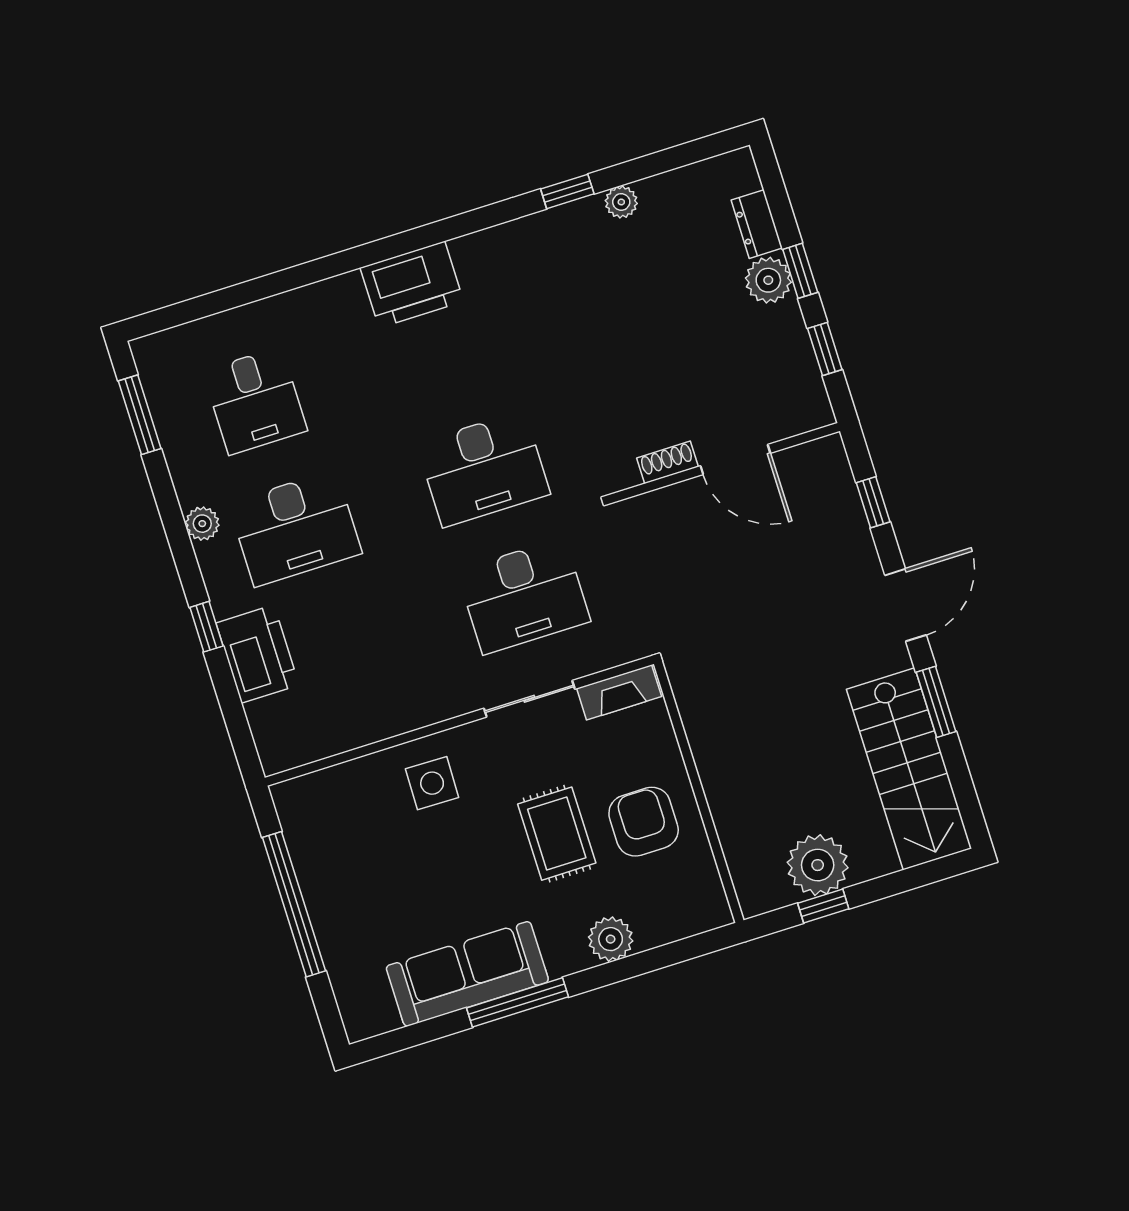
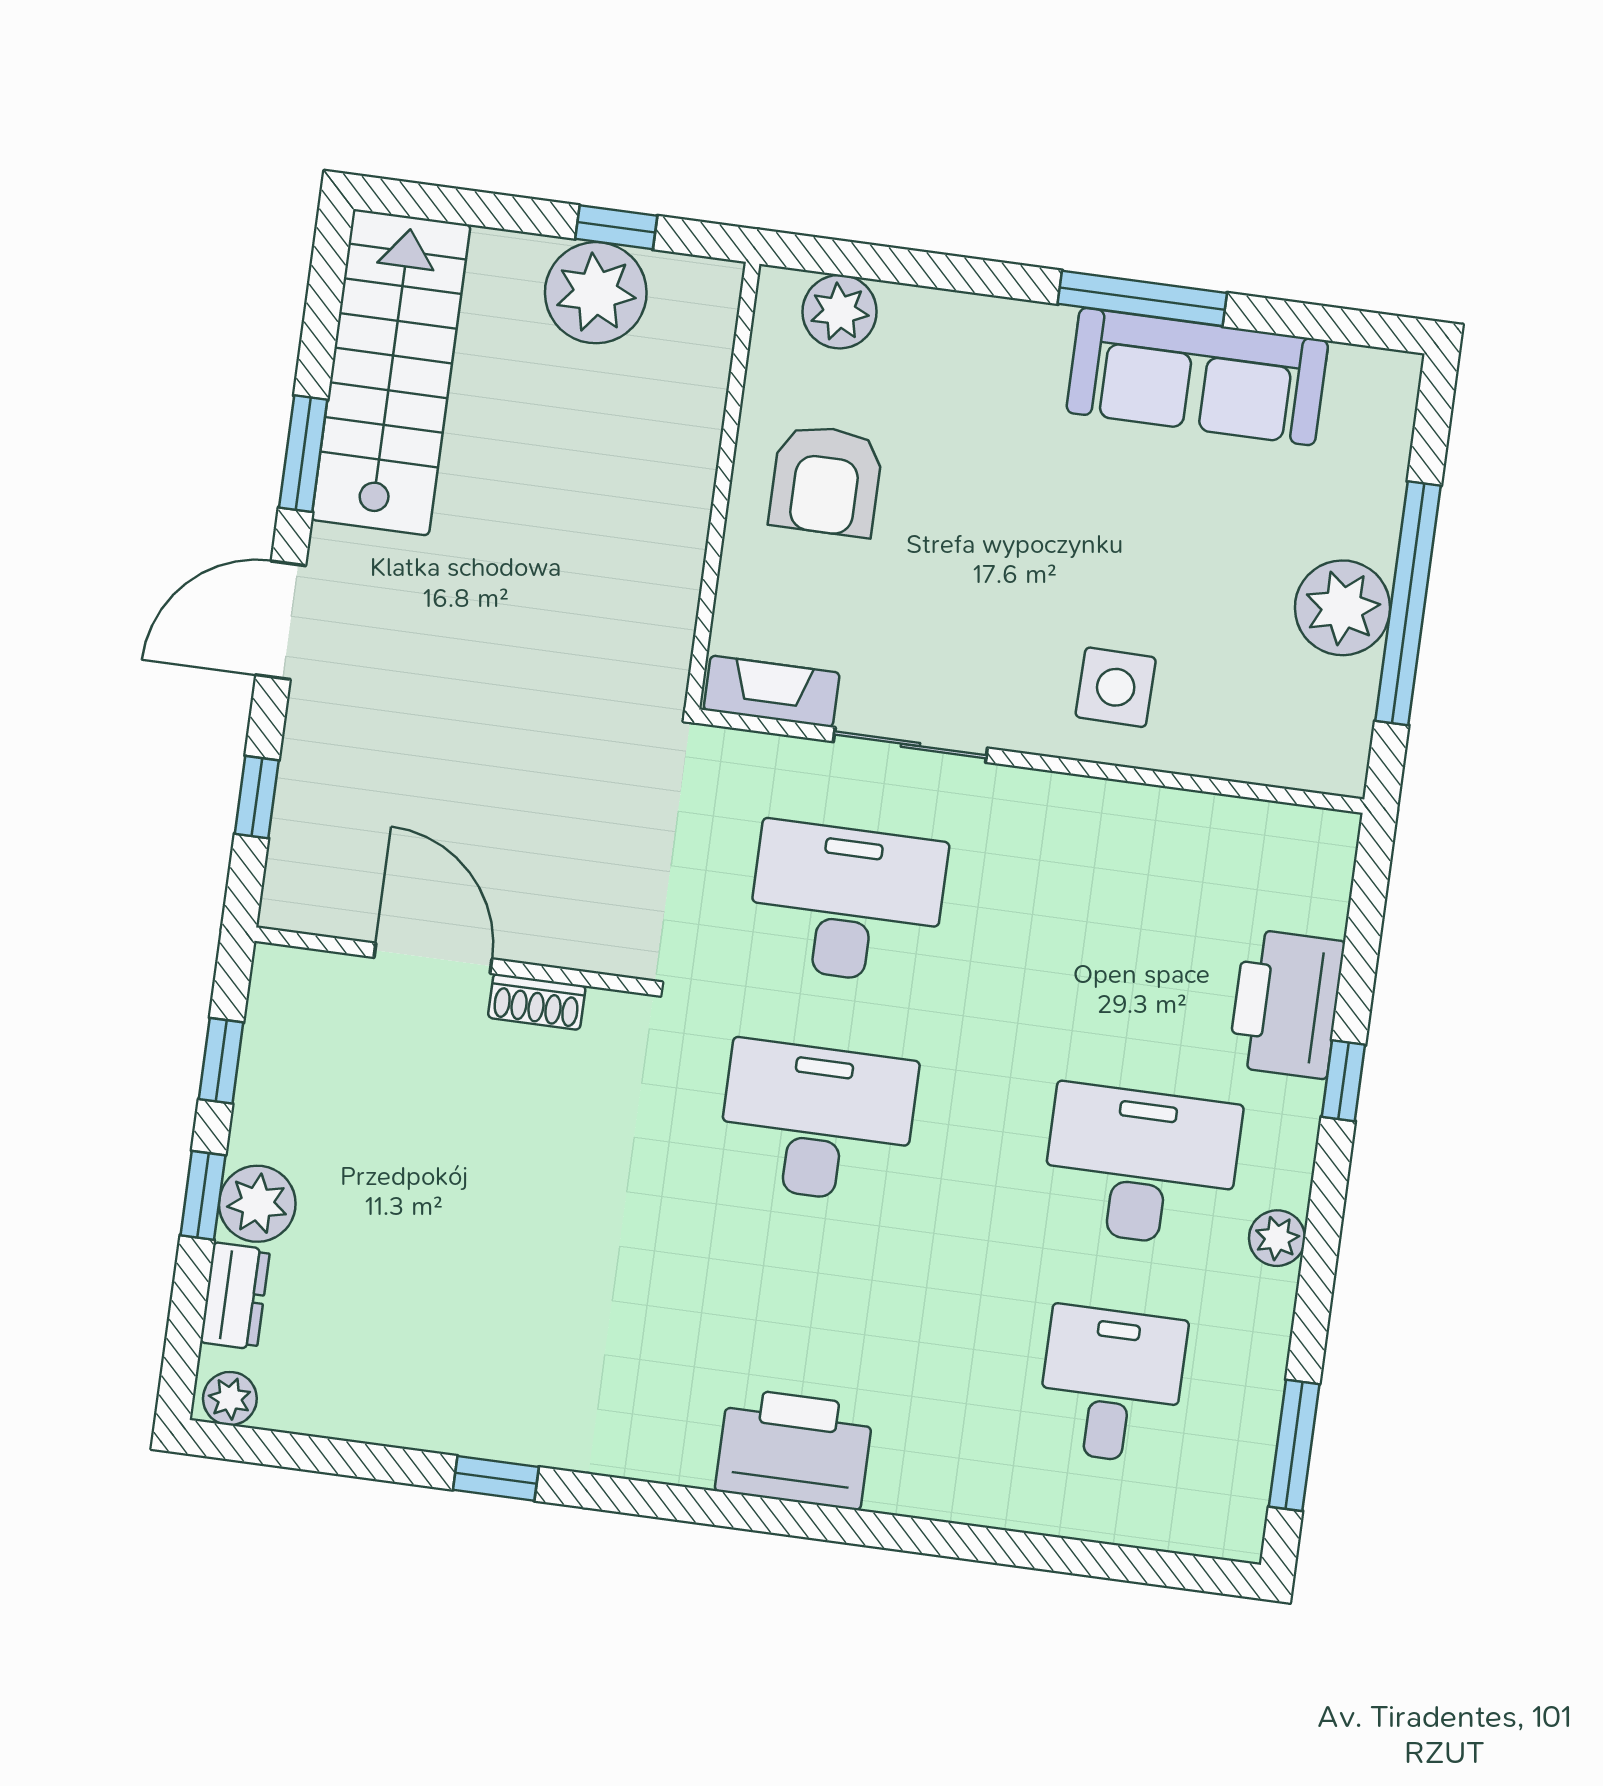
plant: (621, 202) -> (230, 1399), moved
rug: (557, 834) -> (964, 524), removed
plant: (329, 885) -> (1342, 608), added
plant: (611, 939) -> (840, 312), moved

